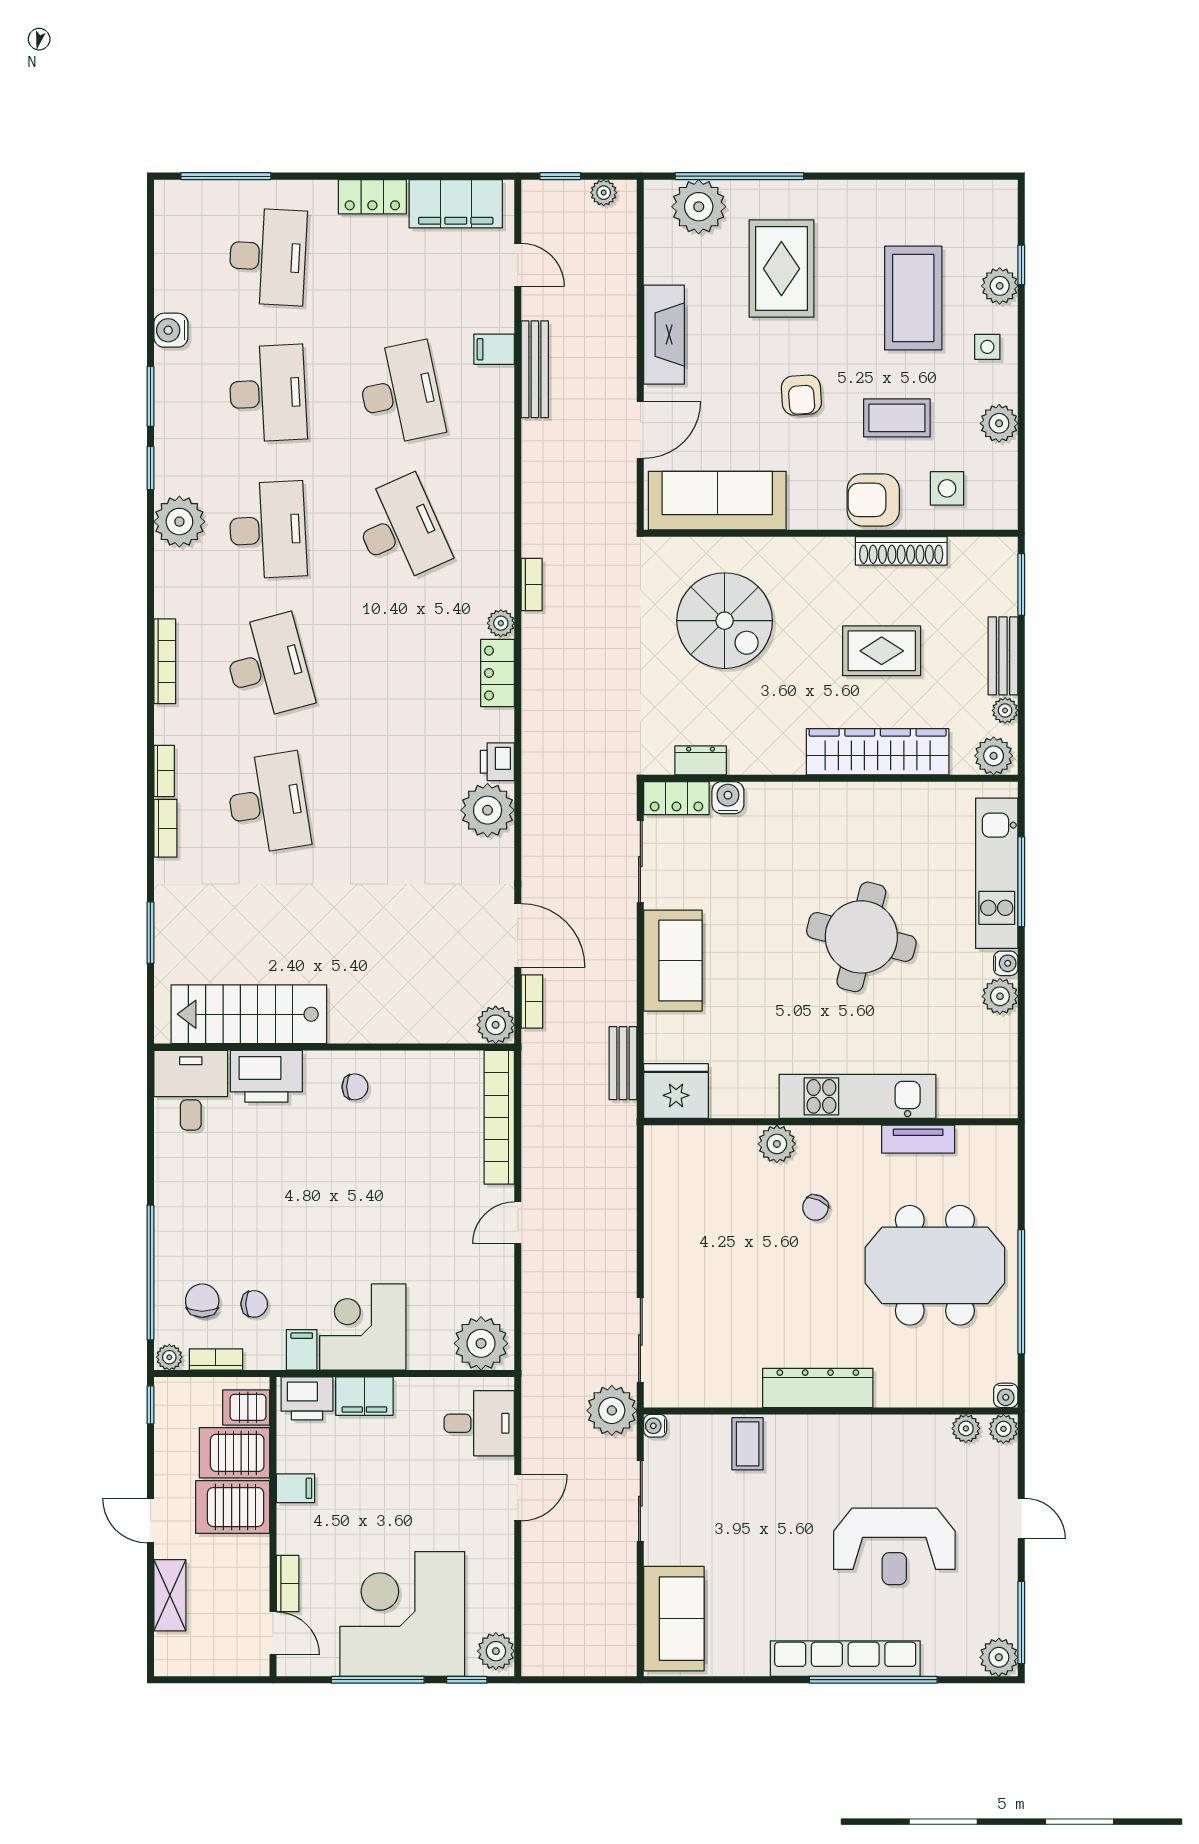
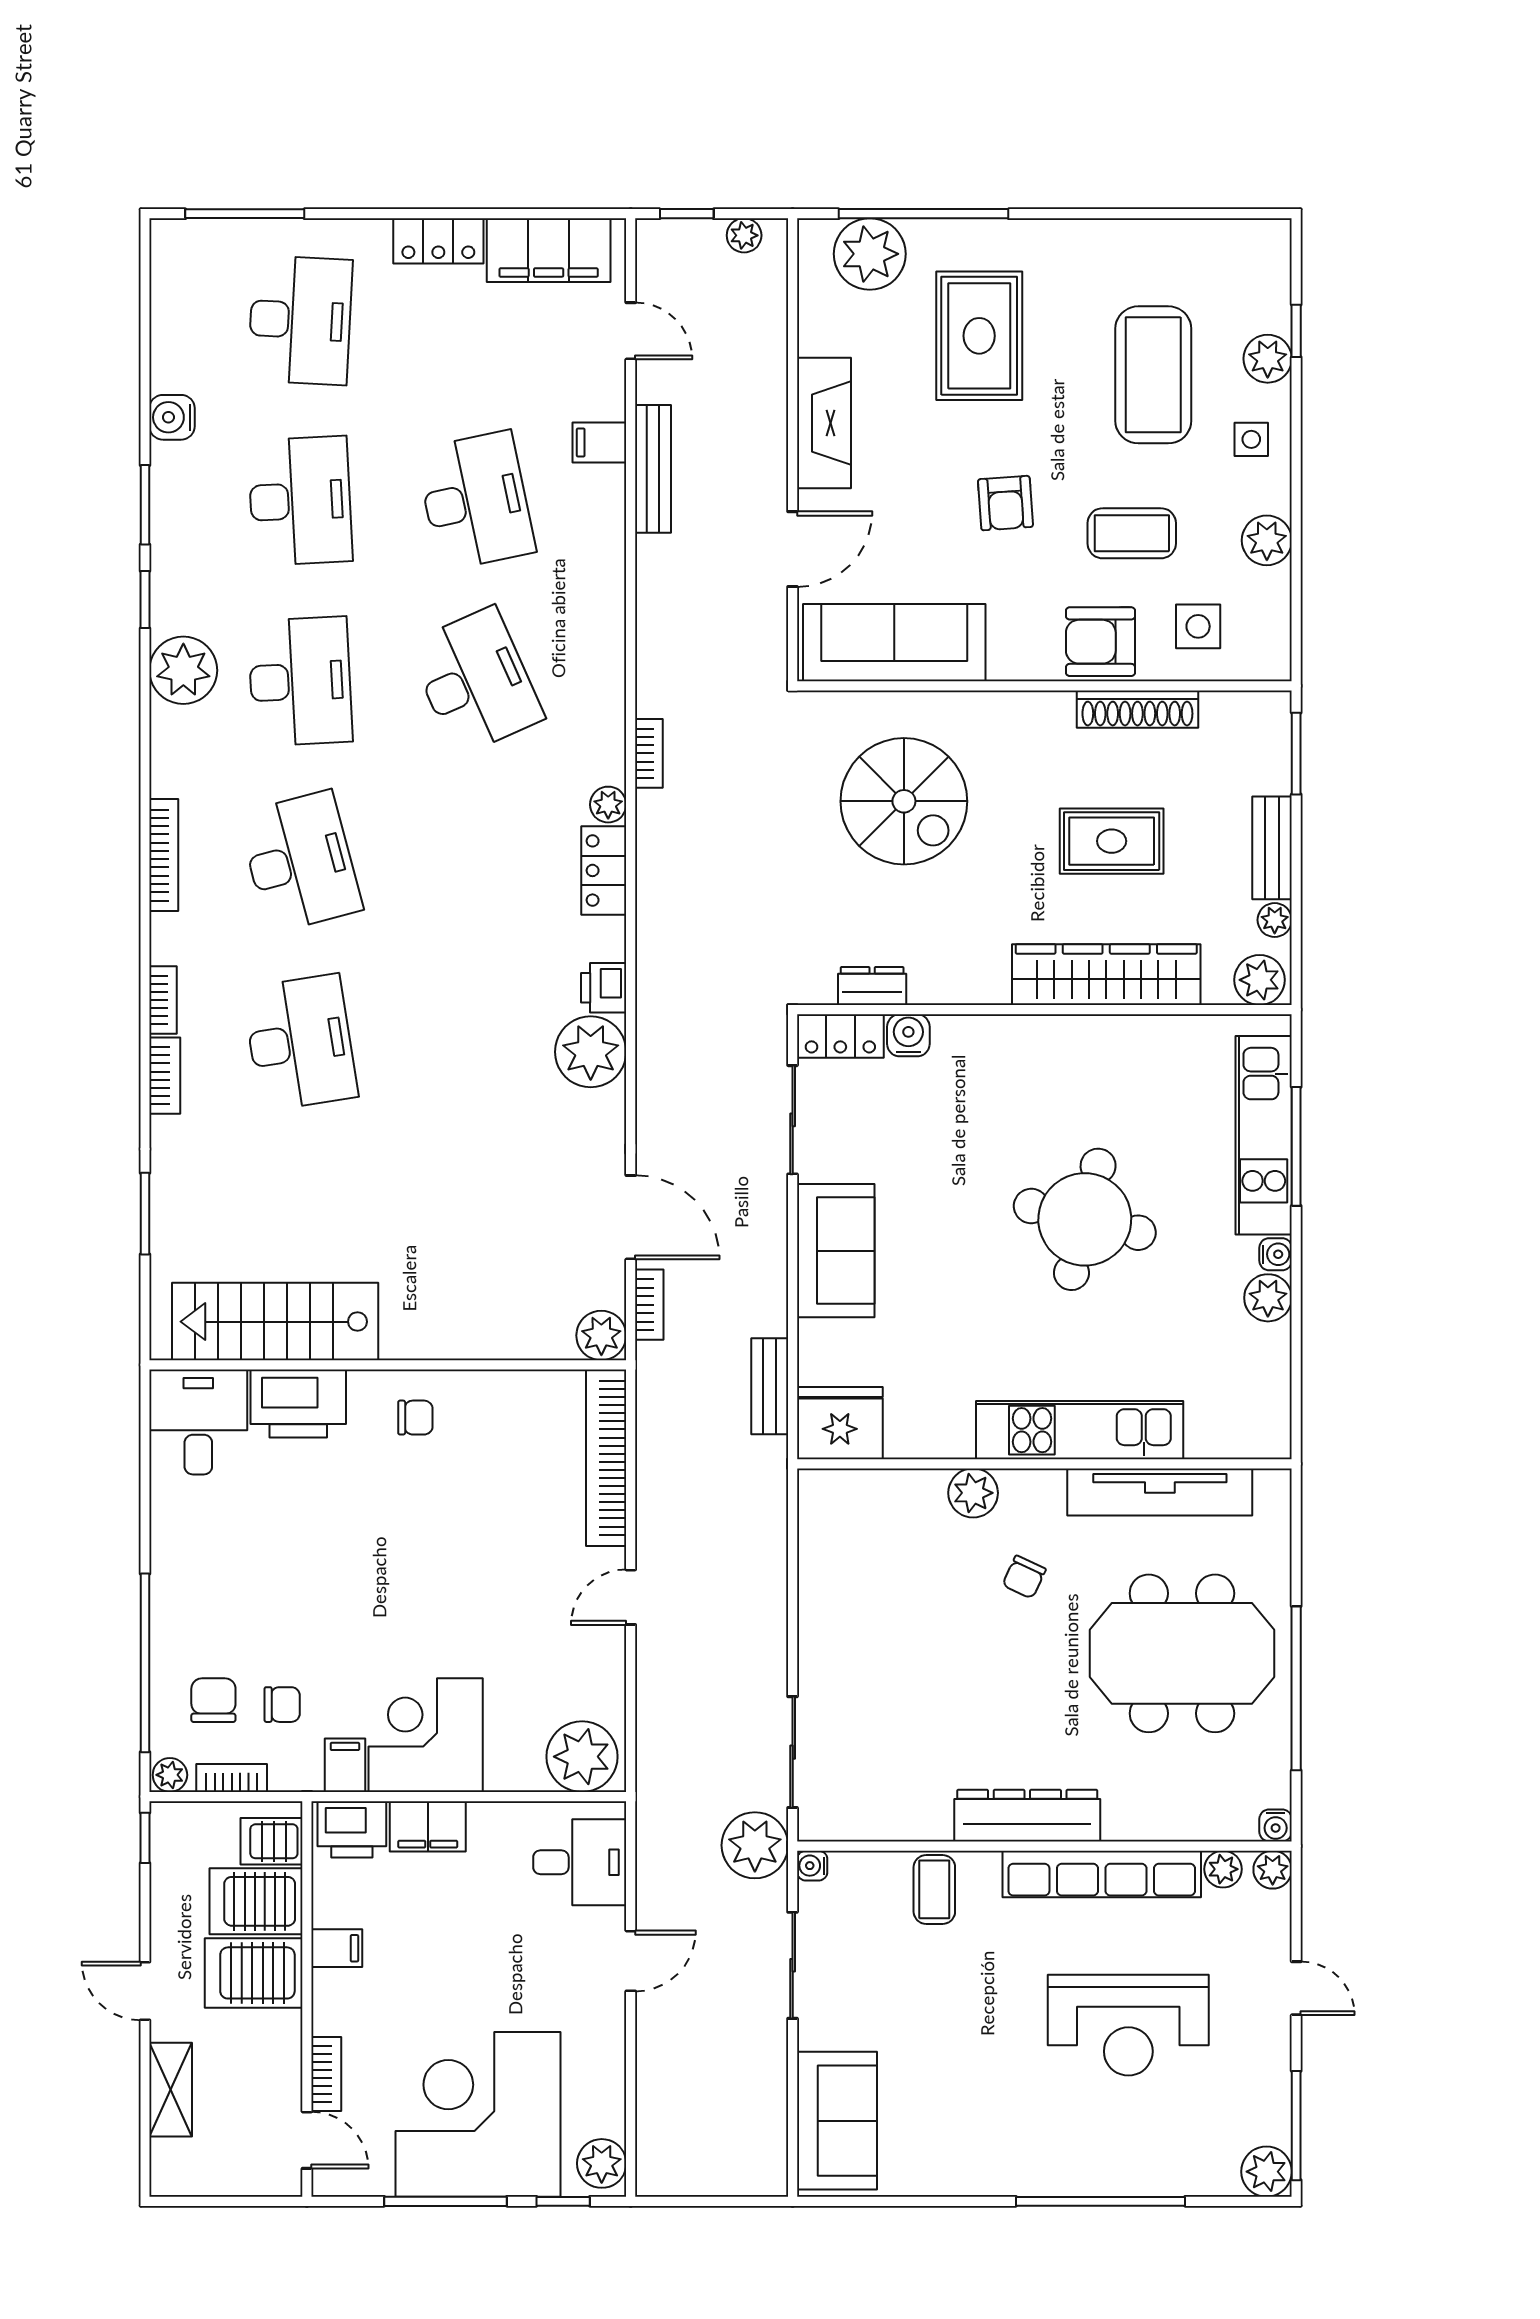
tv unit: (918, 1139) -> (1160, 1492), width x1.92, depth x1.29
row of seats: (845, 1659) -> (1102, 1874), moved, turned 180

